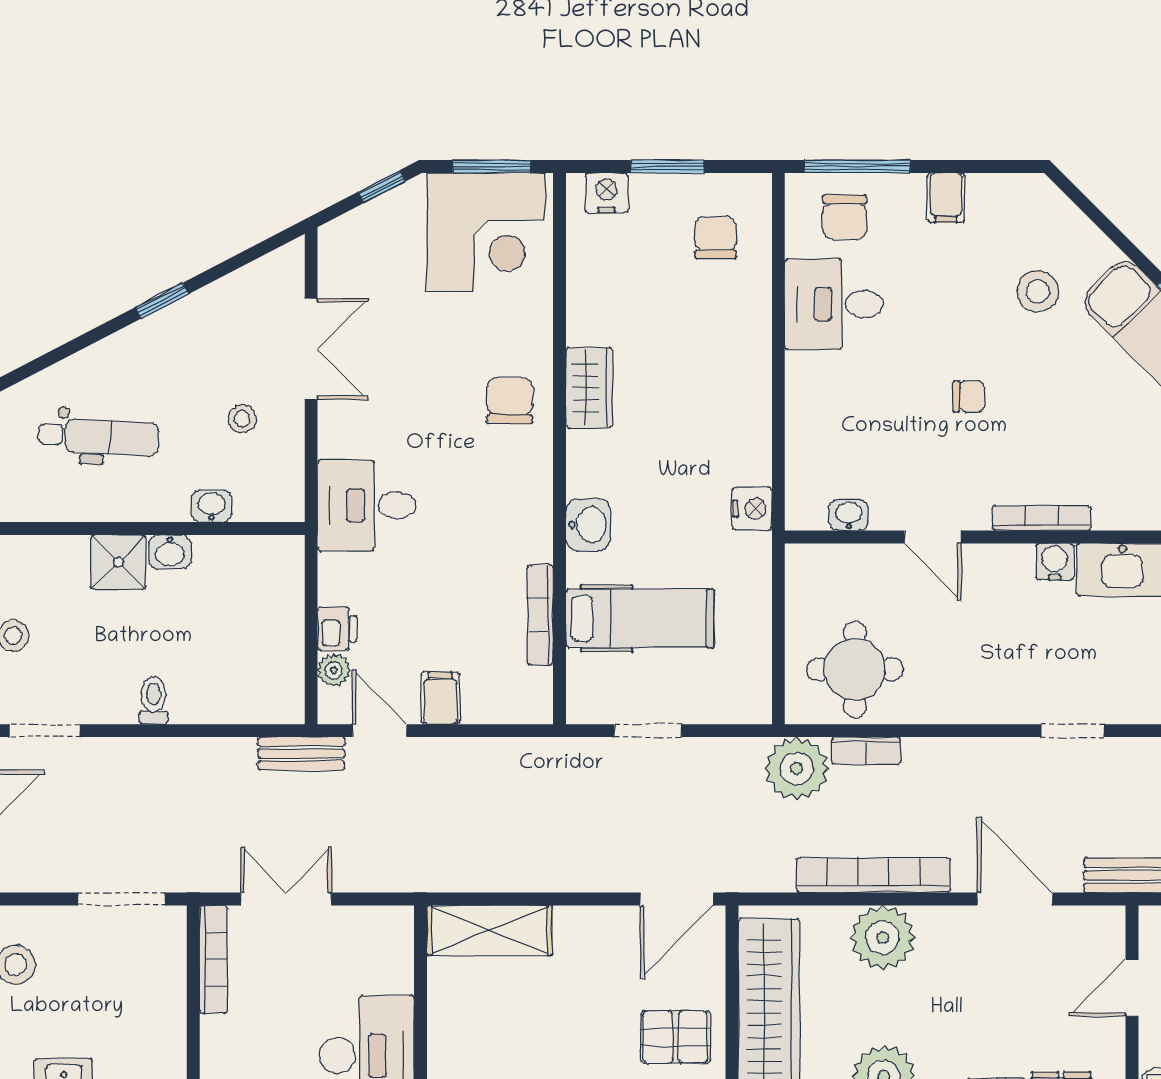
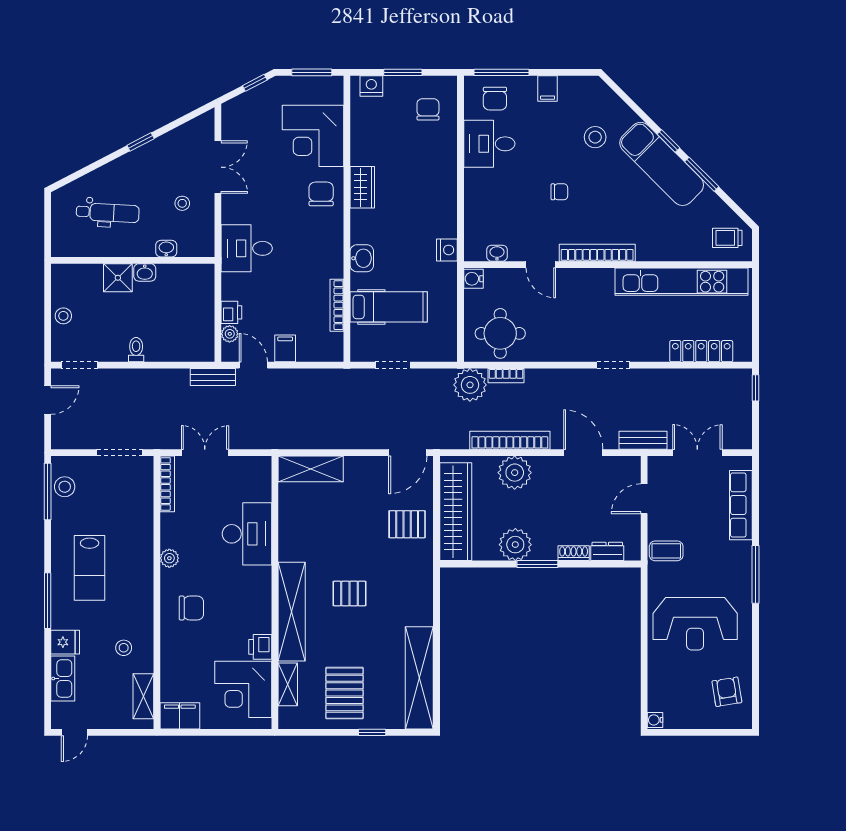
corner desk: (486, 232) -> (313, 136), moved, turned 90
bookcase: (1042, 518) -> (597, 253), width x1.48, depth x1.31
water cooler: (1055, 562) -> (473, 279), moved, turned -90

